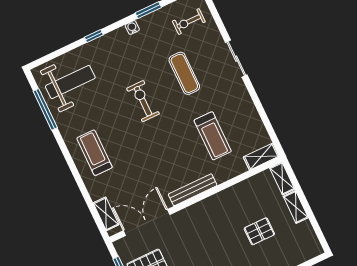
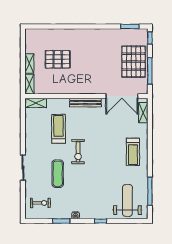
weight bench: (70, 82) -> (127, 200), turned 90
exercise bike: (143, 101) -> (78, 152), moved
pallet: (259, 231) -> (58, 59), width x1.50, depth x1.42

